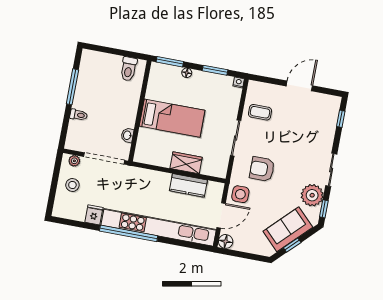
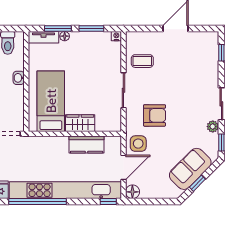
window: (170, 62) -> (58, 29), moved
tv unit: (165, 70) -> (44, 37), added
bed: (172, 118) -> (51, 101), moved, turned -90
washbasin: (127, 135) -> (19, 78), moved
armchair: (262, 169) -> (155, 115), turned 180
plant: (312, 195) -> (213, 127), width x0.53, depth x0.53
window: (200, 247) -> (108, 202), added

